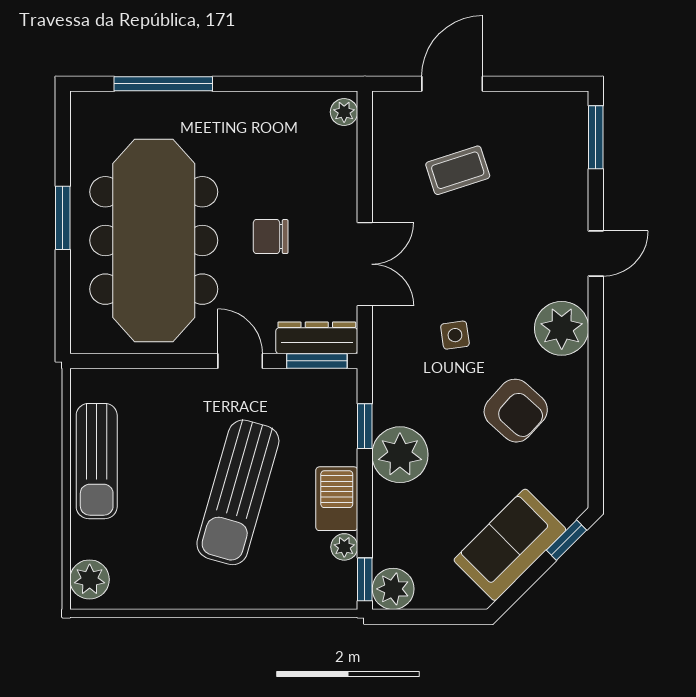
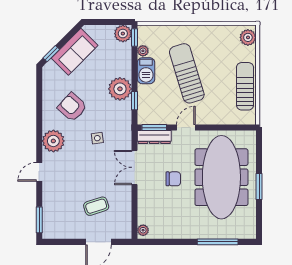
door: (240, 361) -> (186, 128), swing flipped
sun lounger: (238, 492) -> (187, 73), turned -33

